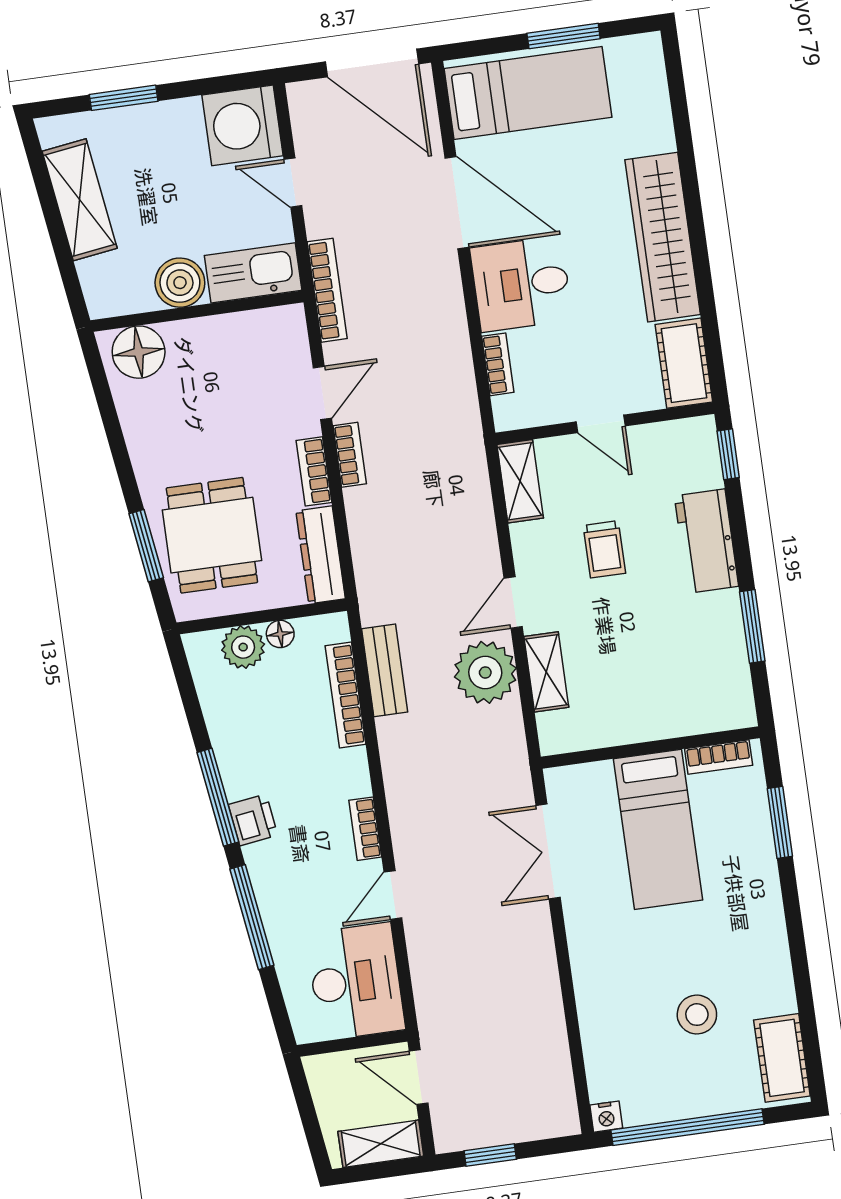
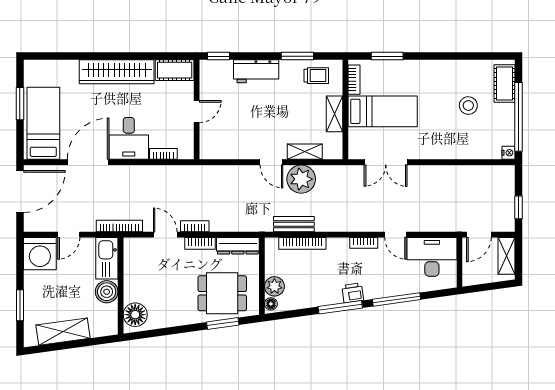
shelving: (520, 481) -> (334, 114), moved, turned 90
trolley: (604, 549) -> (316, 76), moved
floor lamp: (280, 634) -> (271, 304), moved
cot: (782, 1058) -> (504, 83), moved, turned 90

